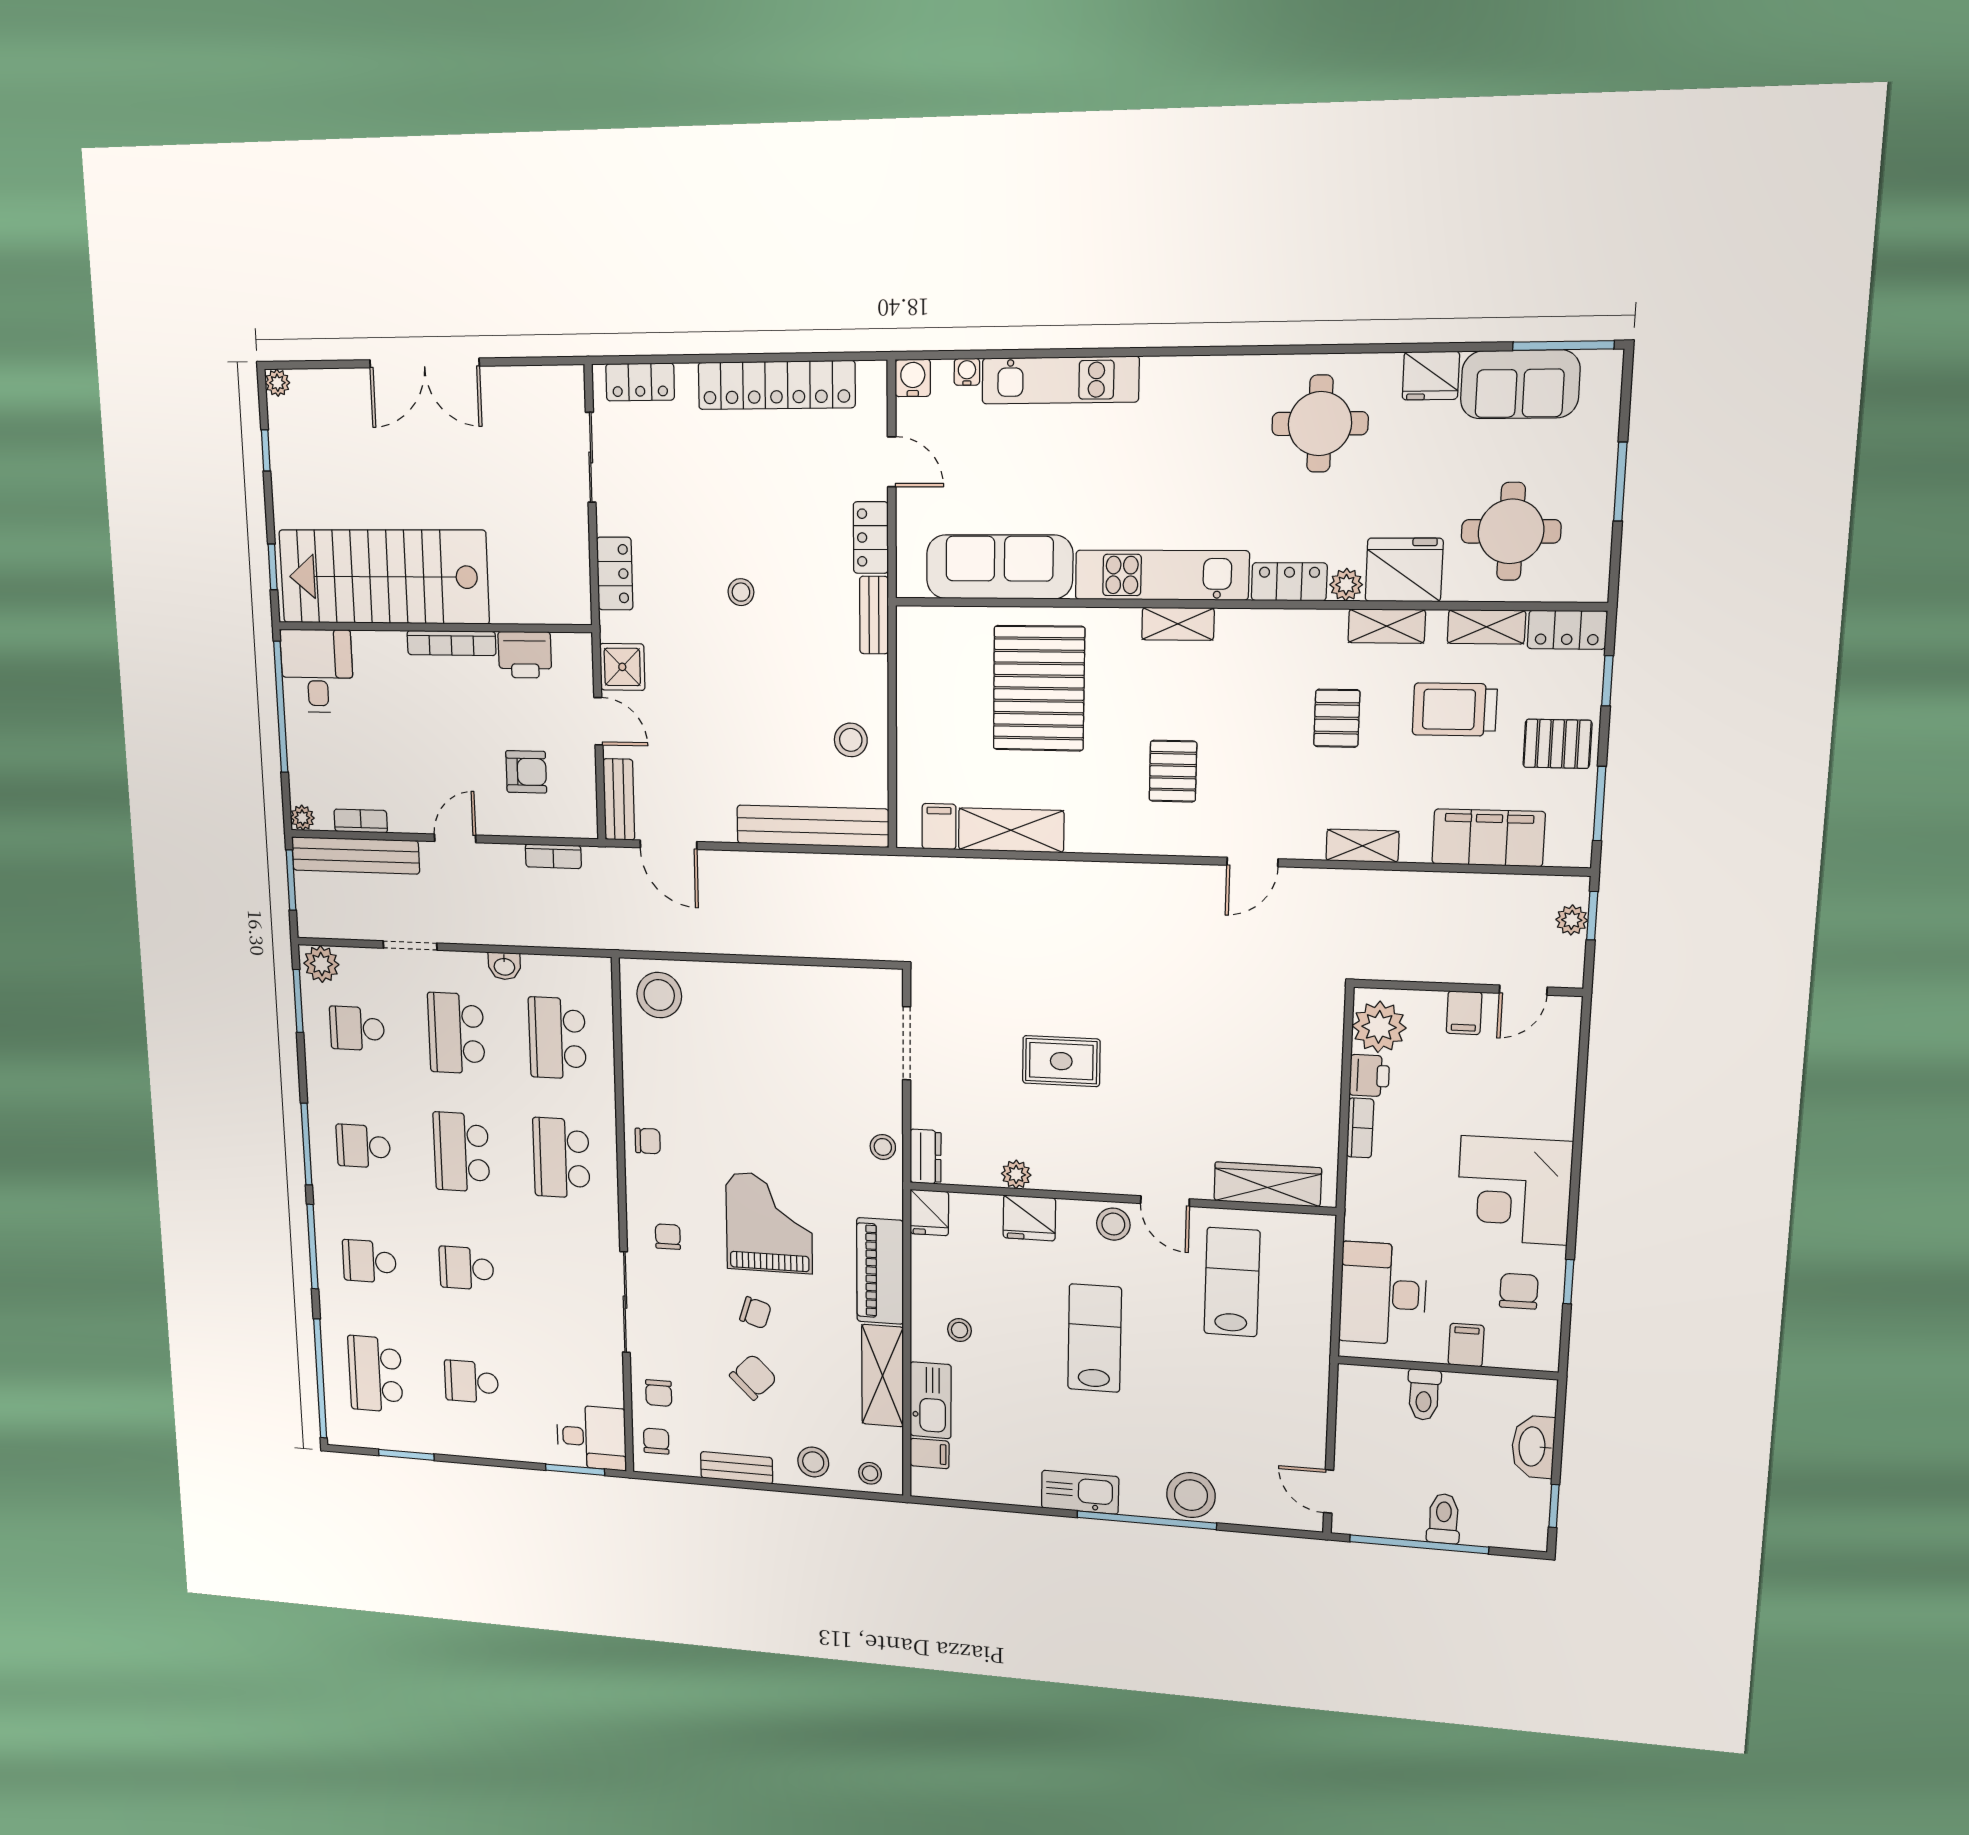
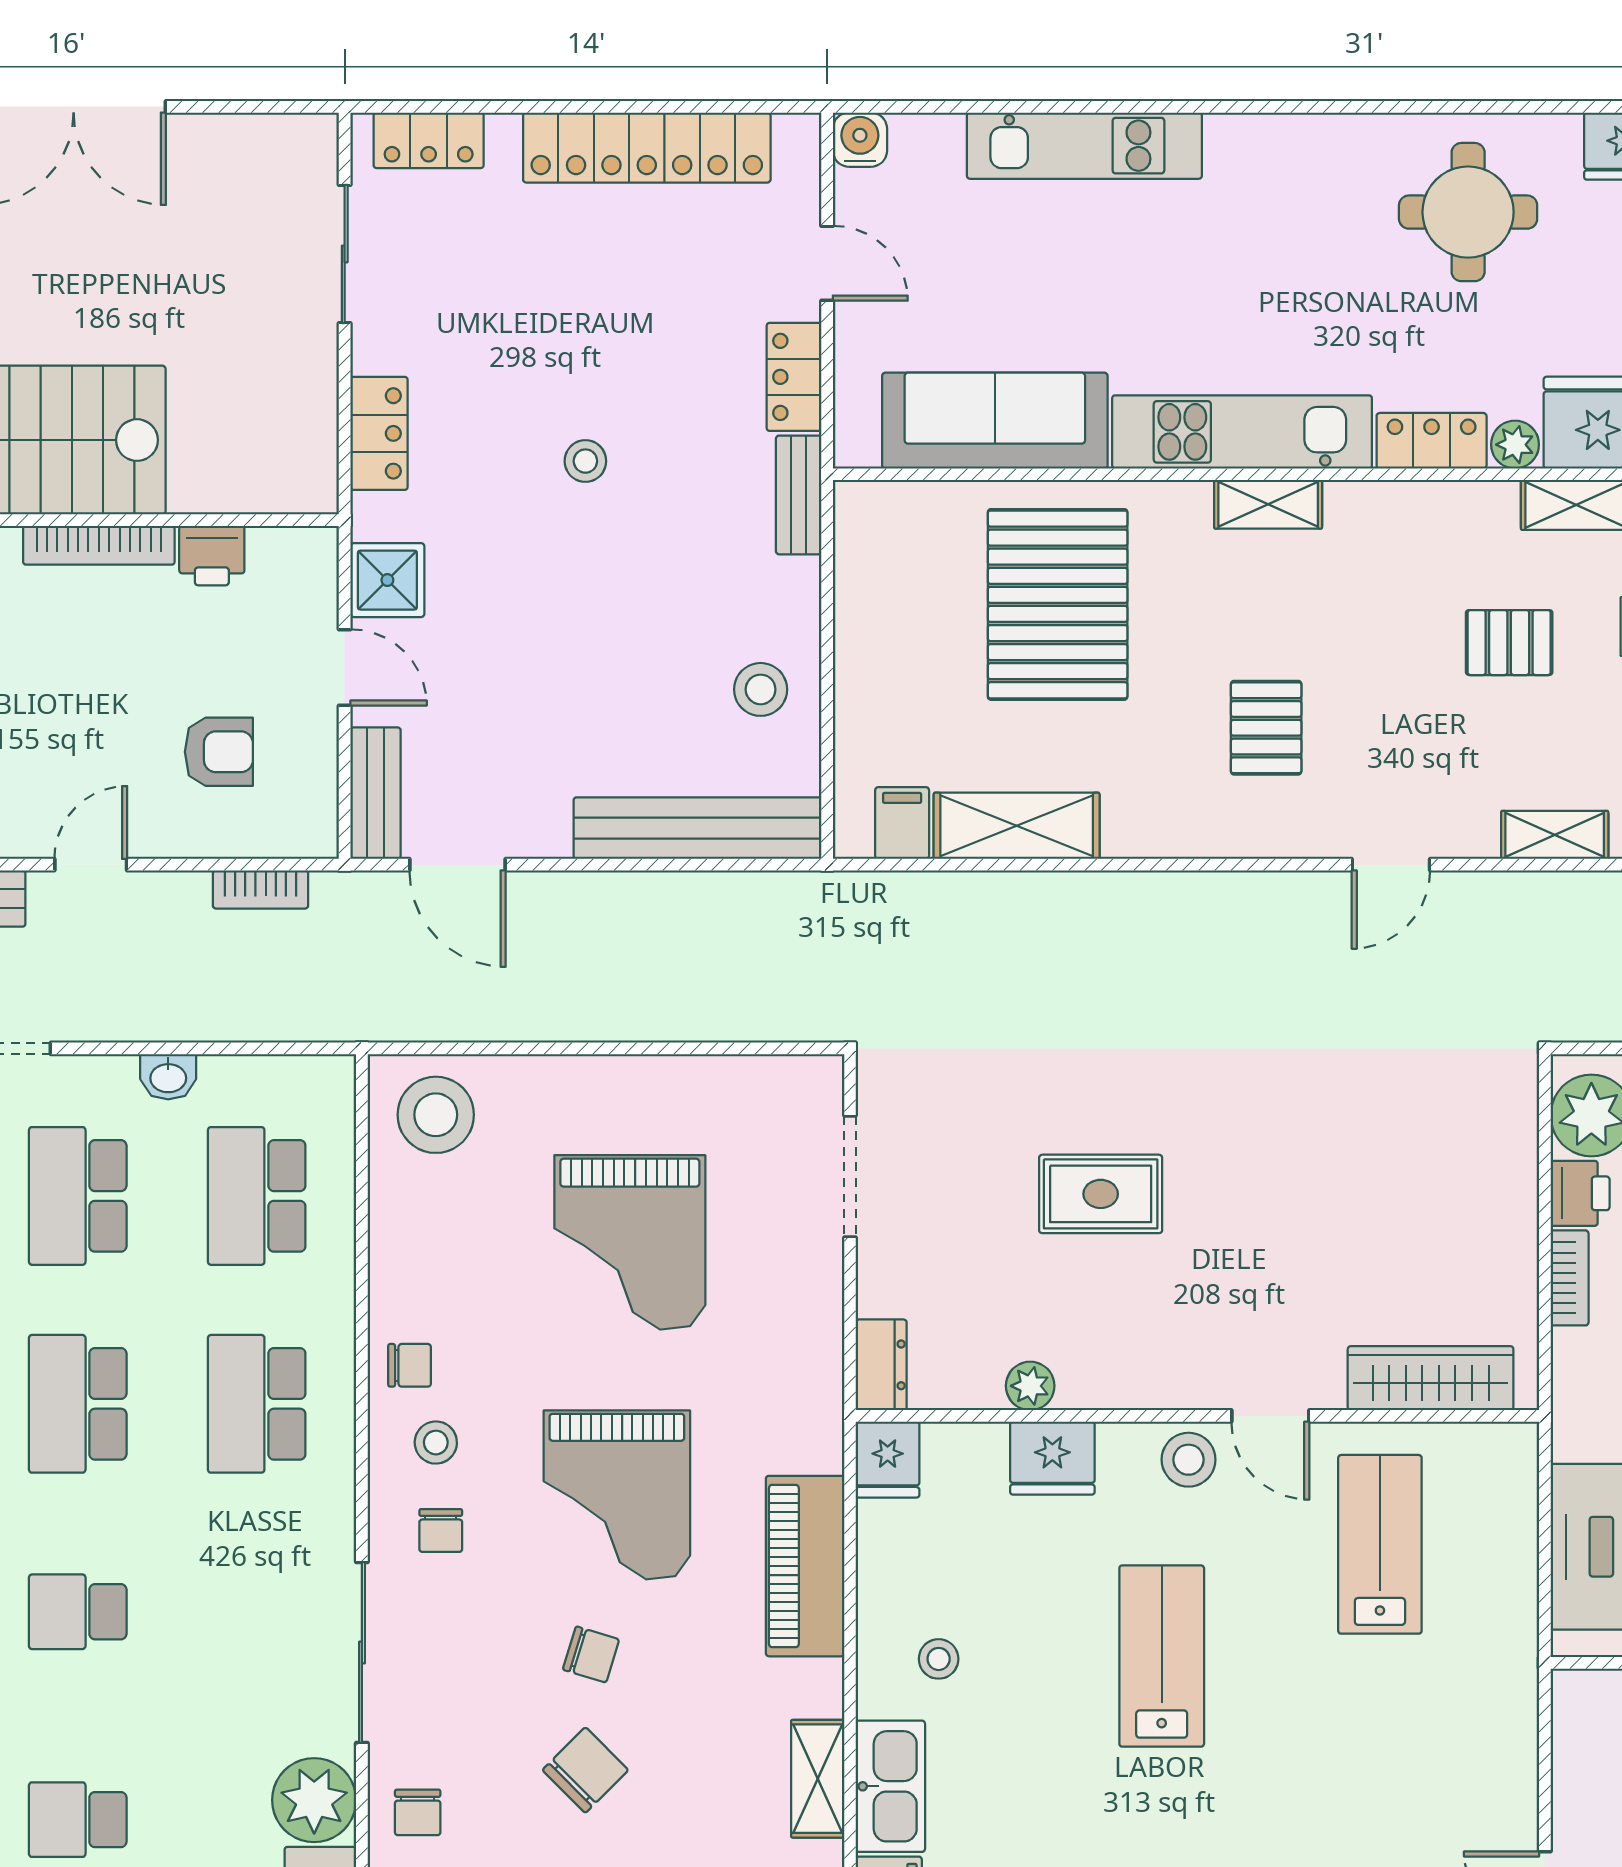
water cooler: (967, 372) -> (943, 132), removed
printer: (525, 655) -> (212, 556), width x0.73, depth x0.81
pallet: (1337, 718) -> (1509, 643), turned 90
grand piano: (775, 1076) -> (630, 1242), added
stool: (883, 1147) -> (436, 1443), moved
grand piano: (769, 1223) -> (617, 1495), turned 180
chair: (668, 1237) -> (441, 1531), turned 180
shelving: (883, 1376) -> (818, 1779), width x0.67, depth x0.75
plant: (601, 1382) -> (314, 1800), added

